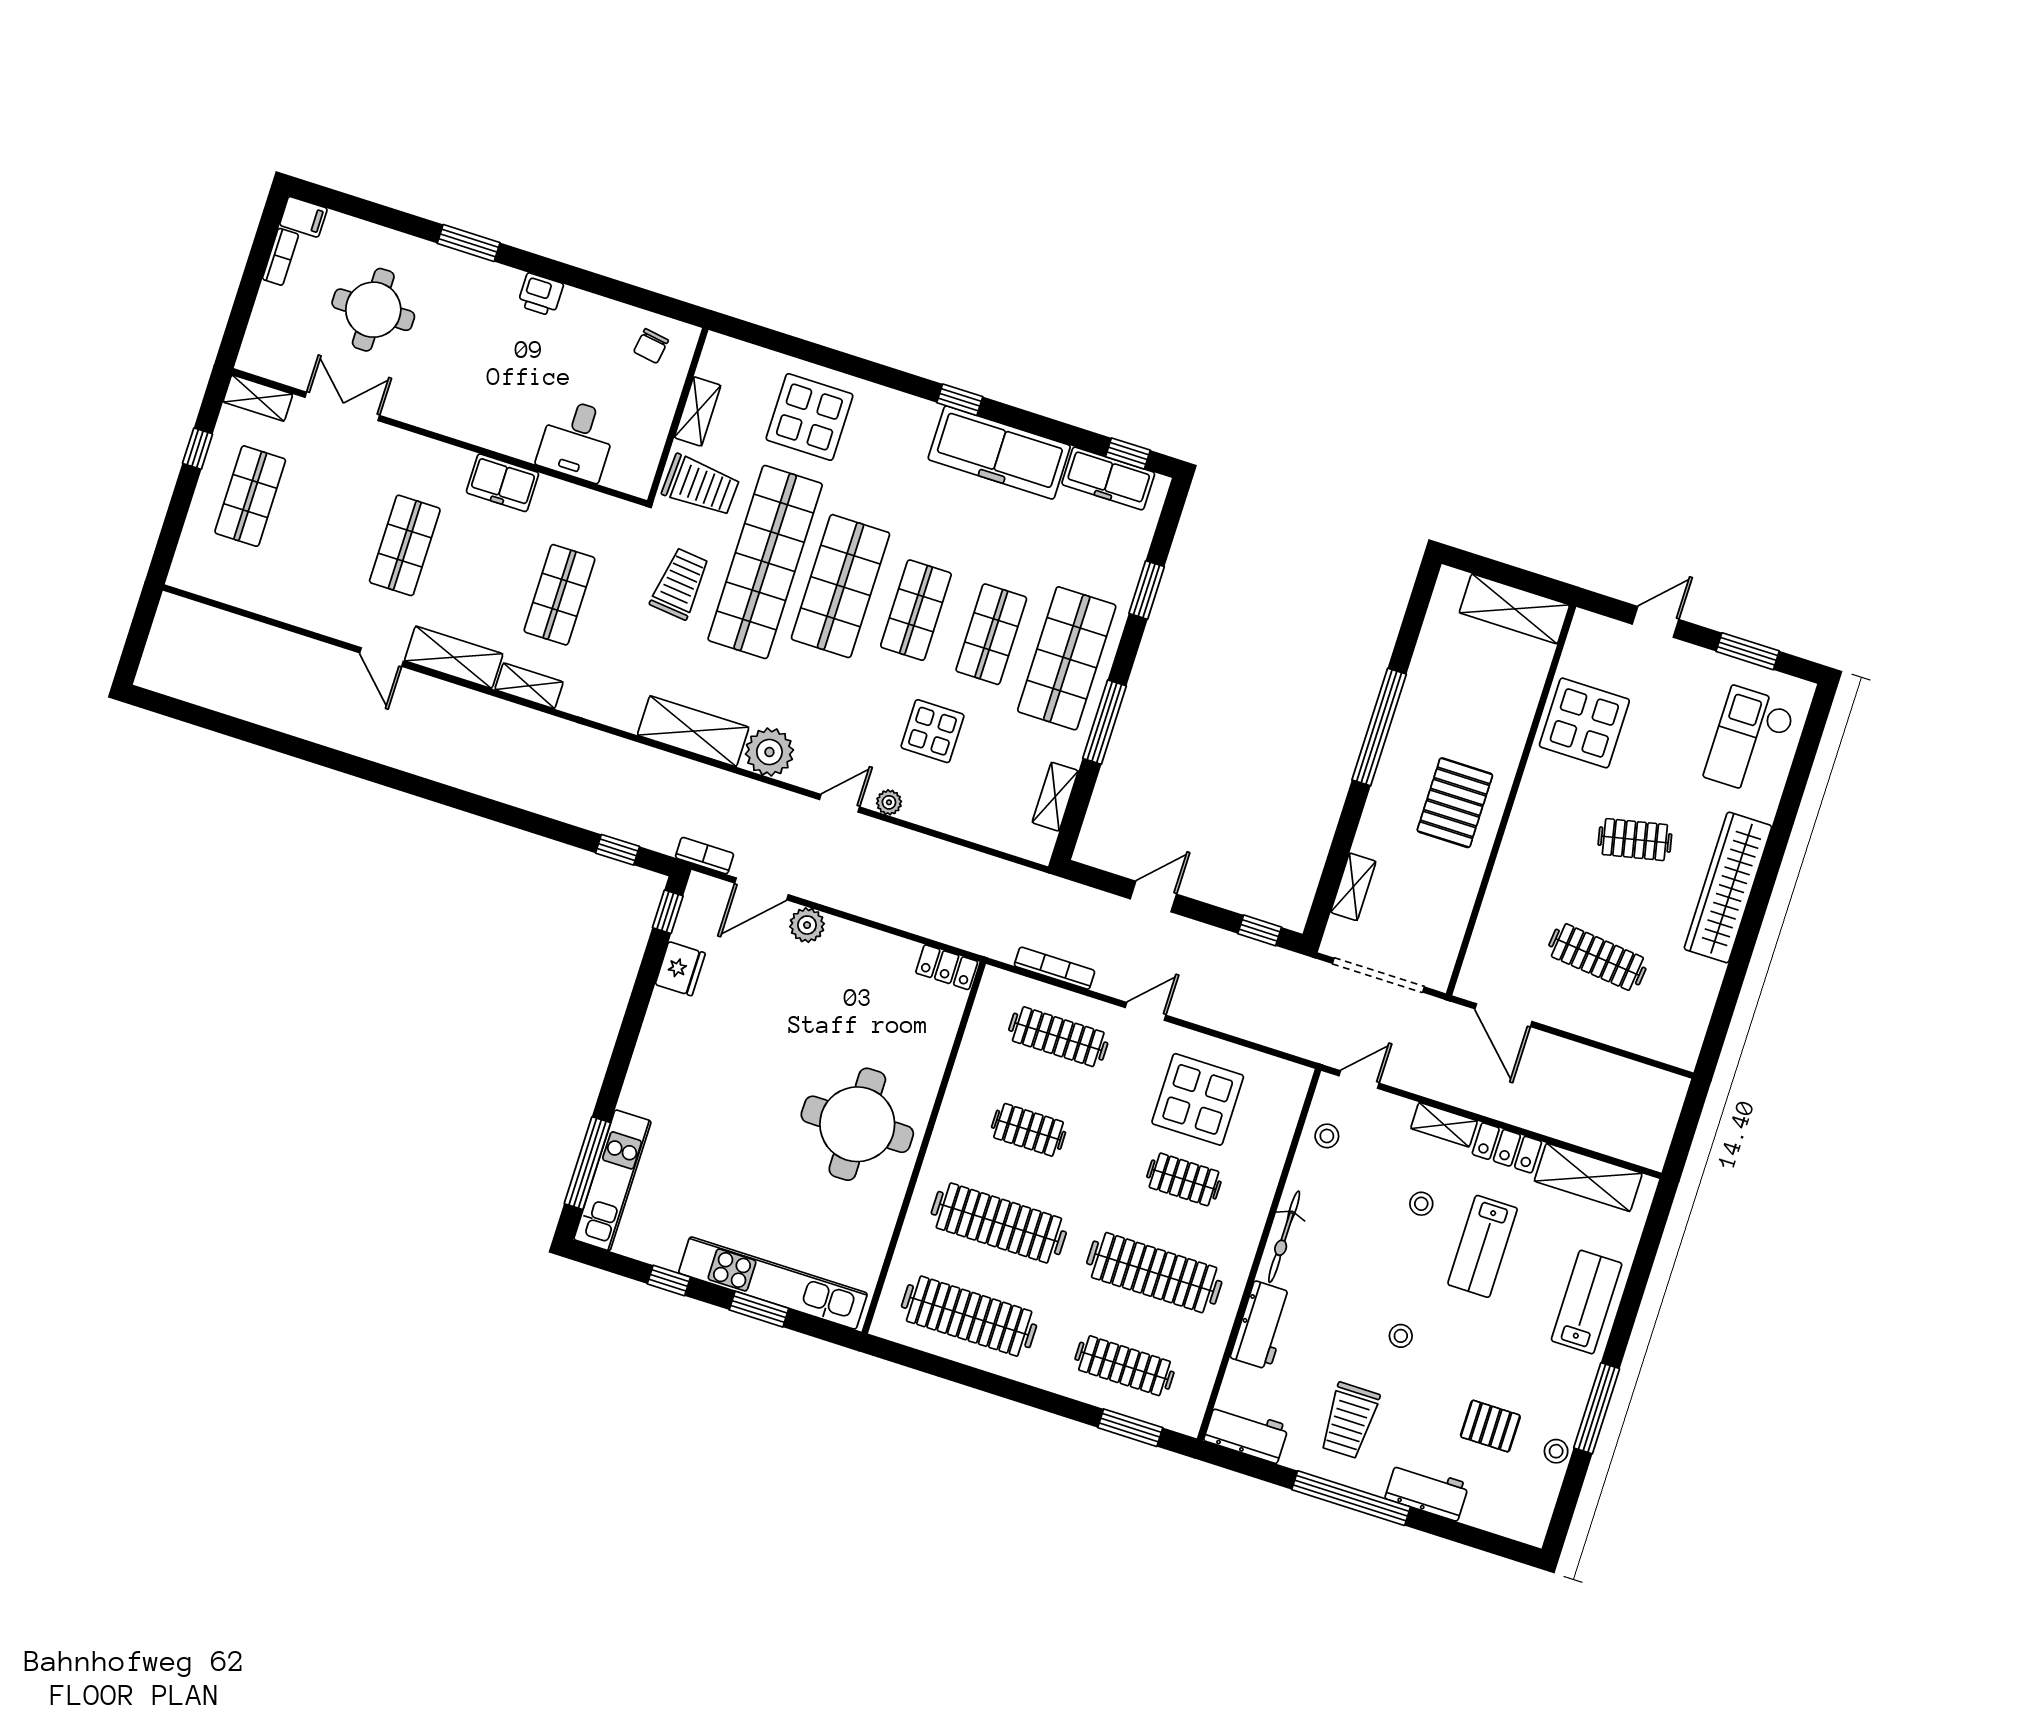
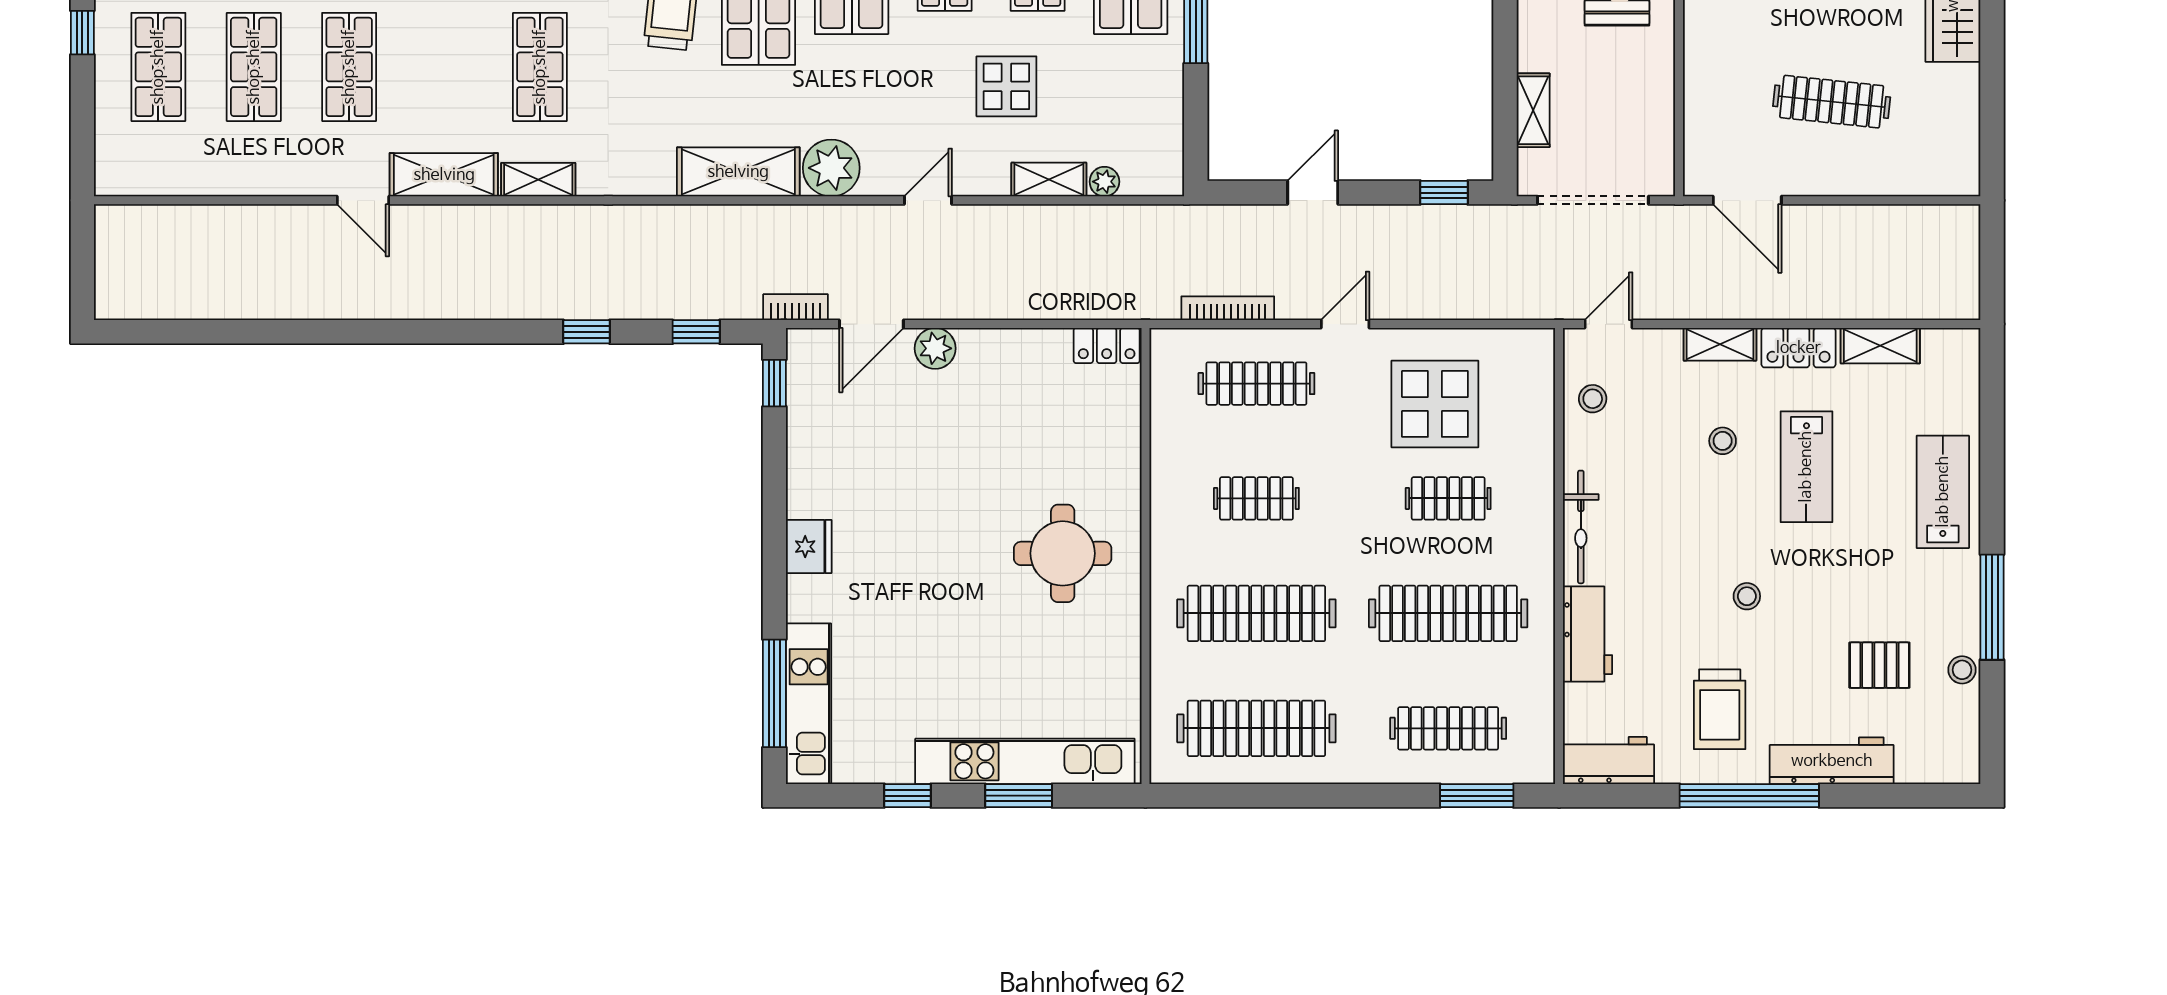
shop shelf: (328, 521) -> (254, 67), added
shelving: (1055, 797) -> (1049, 180), moved, turned 90
plant: (889, 802) -> (1104, 182), moved
window: (529, 821) -> (586, 332), added
fridge: (680, 969) -> (809, 547), moved
round table: (857, 1124) -> (1063, 553), width x0.73, depth x0.73
shelving: (1588, 1177) -> (1880, 346), width x0.67, depth x0.75
workbench: (1427, 1491) -> (1832, 761), width x1.38

